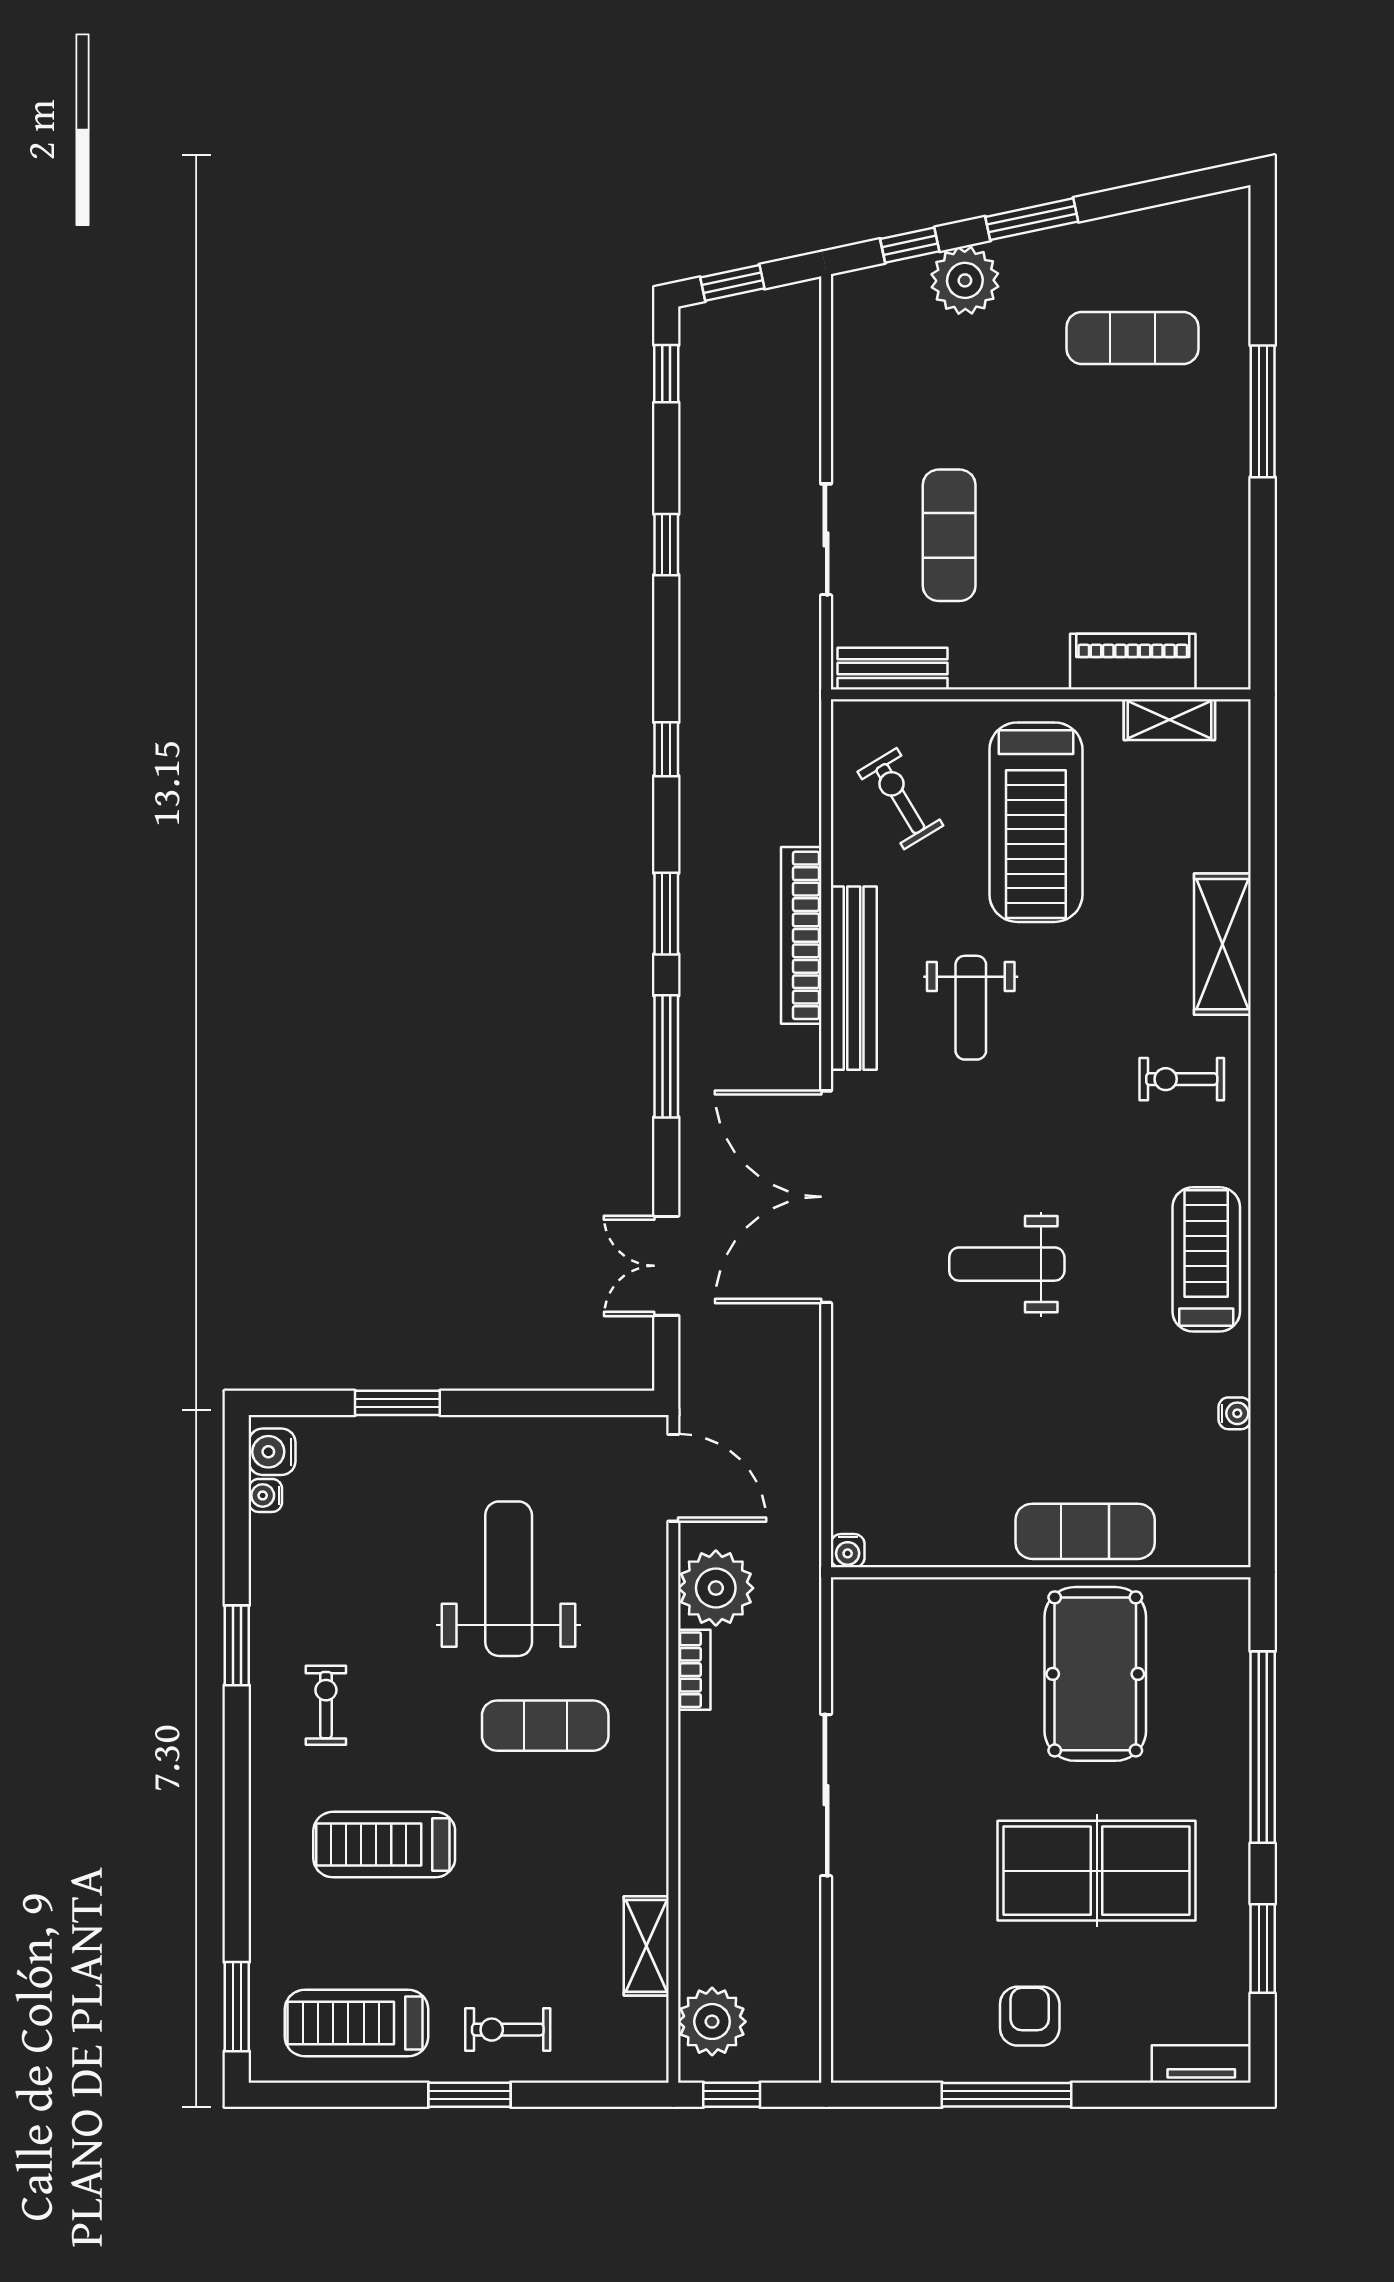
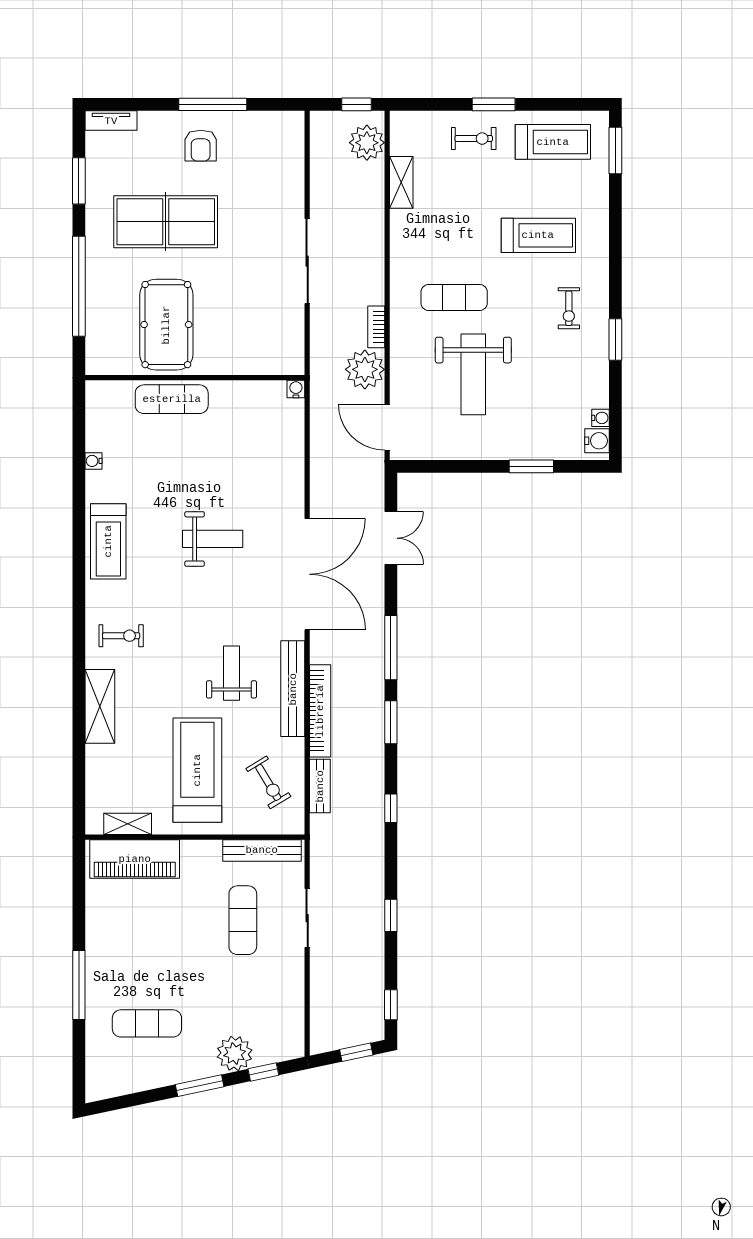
piano: (1133, 662) -> (135, 859), width x1.37, depth x1.33
bench: (892, 669) -> (262, 850), width x1.36
bench: (802, 792) -> (320, 786), added

